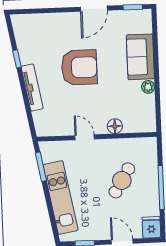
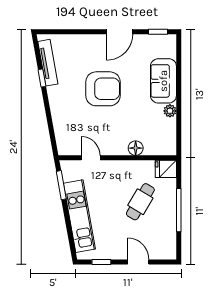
tv unit: (32, 87) -> (48, 63), moved
door: (85, 137) -> (91, 158), moved
fridge: (151, 227) -> (166, 169), moved, turned -90

